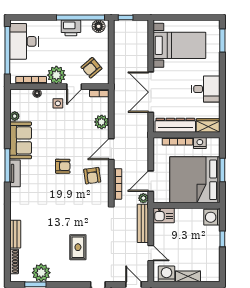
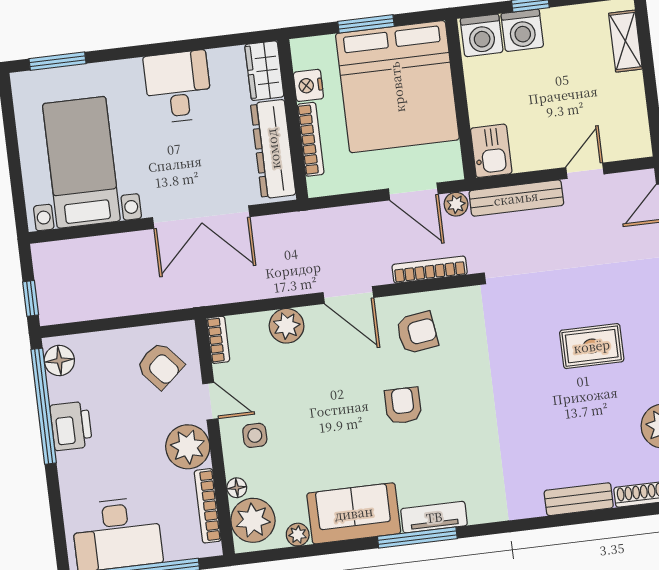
plant: (23, 98) -> (253, 520), added
washing machine: (167, 274) -> (522, 30), moved, turned -90
shelving: (188, 276) -> (625, 41), moved

